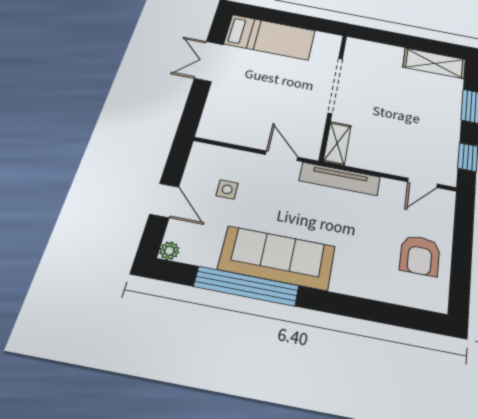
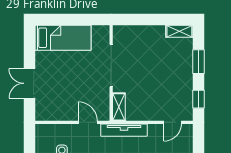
double door: (209, 61) -> (29, 83), moved
shelving: (434, 63) -> (179, 31), width x0.67, depth x0.75

